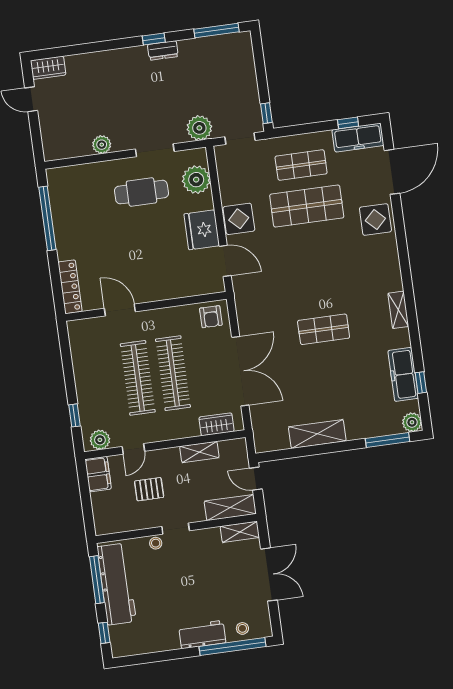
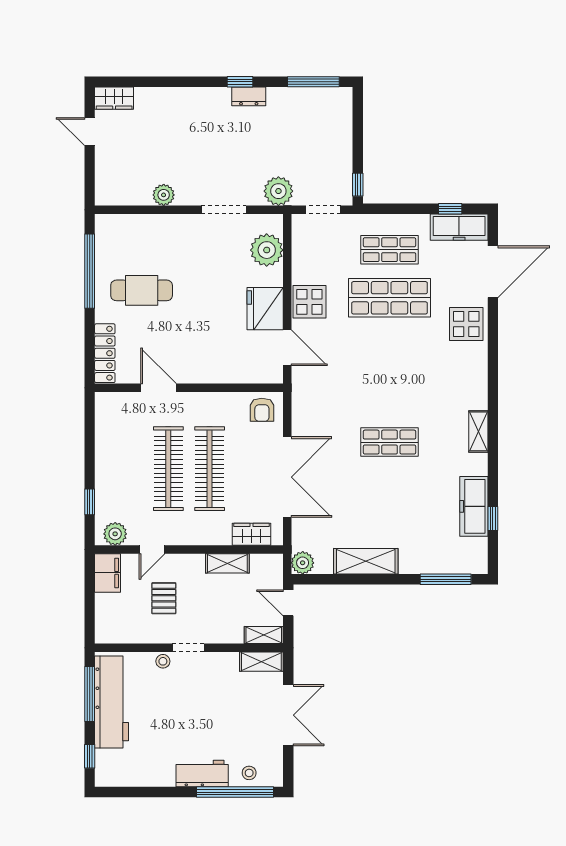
cafe table: (141, 192) -> (142, 290), moved
plant: (412, 422) -> (303, 563), moved
pallet: (149, 489) -> (164, 598), turned 90
shelving: (230, 508) -> (264, 635), width x0.67, depth x0.75

